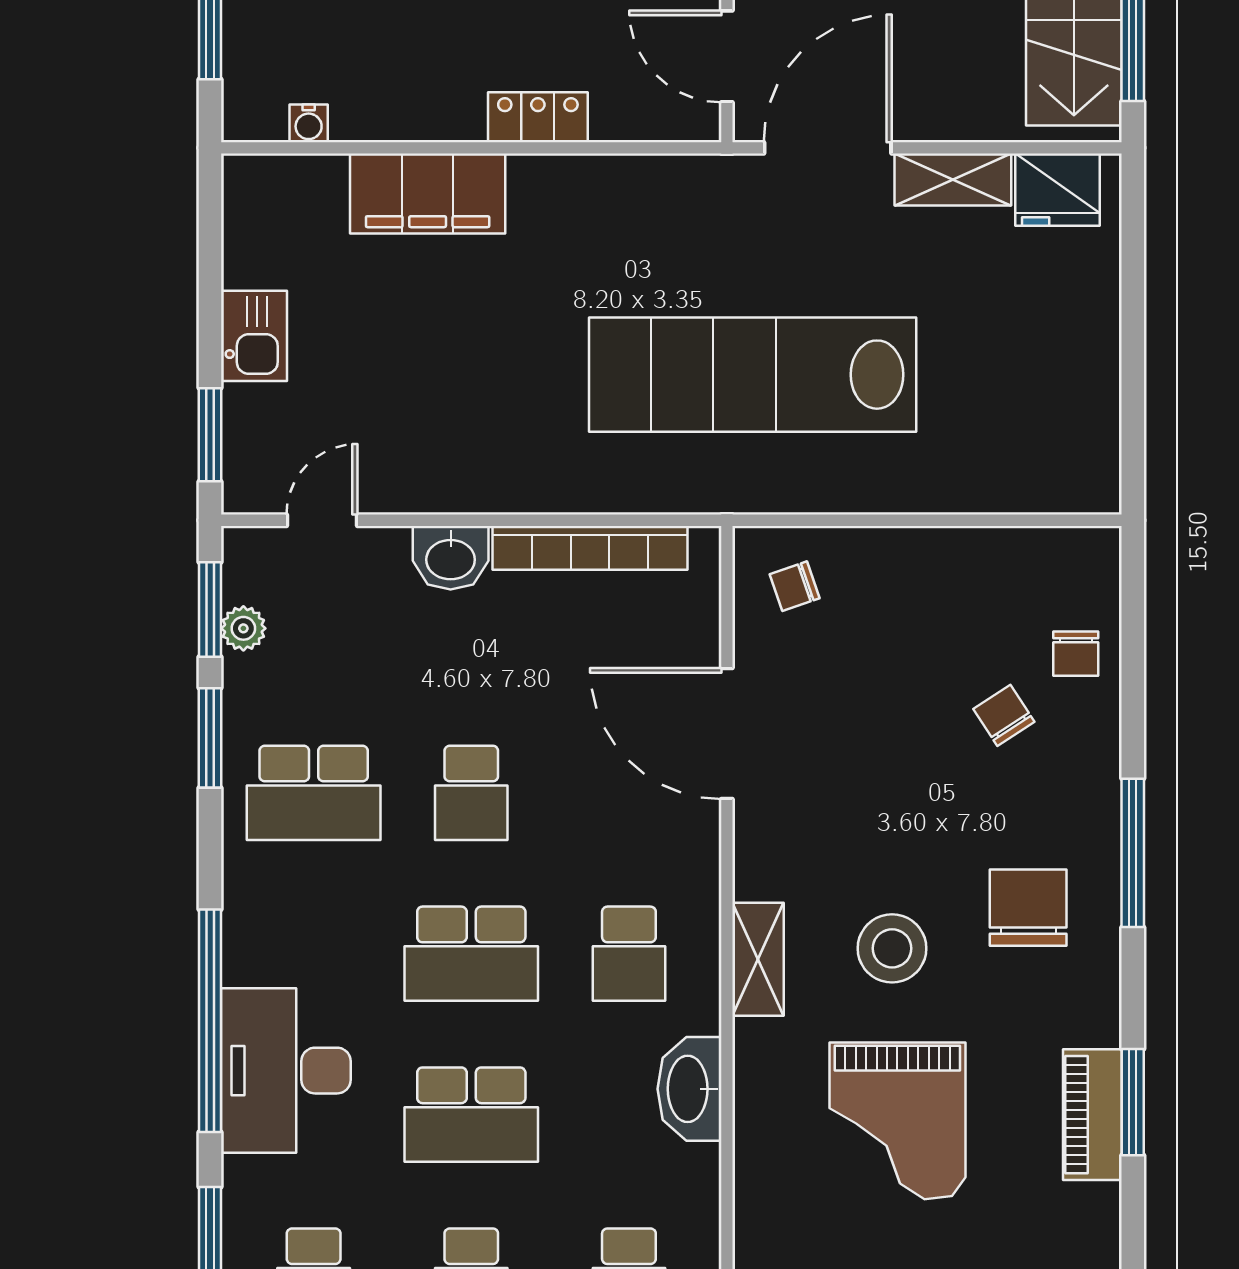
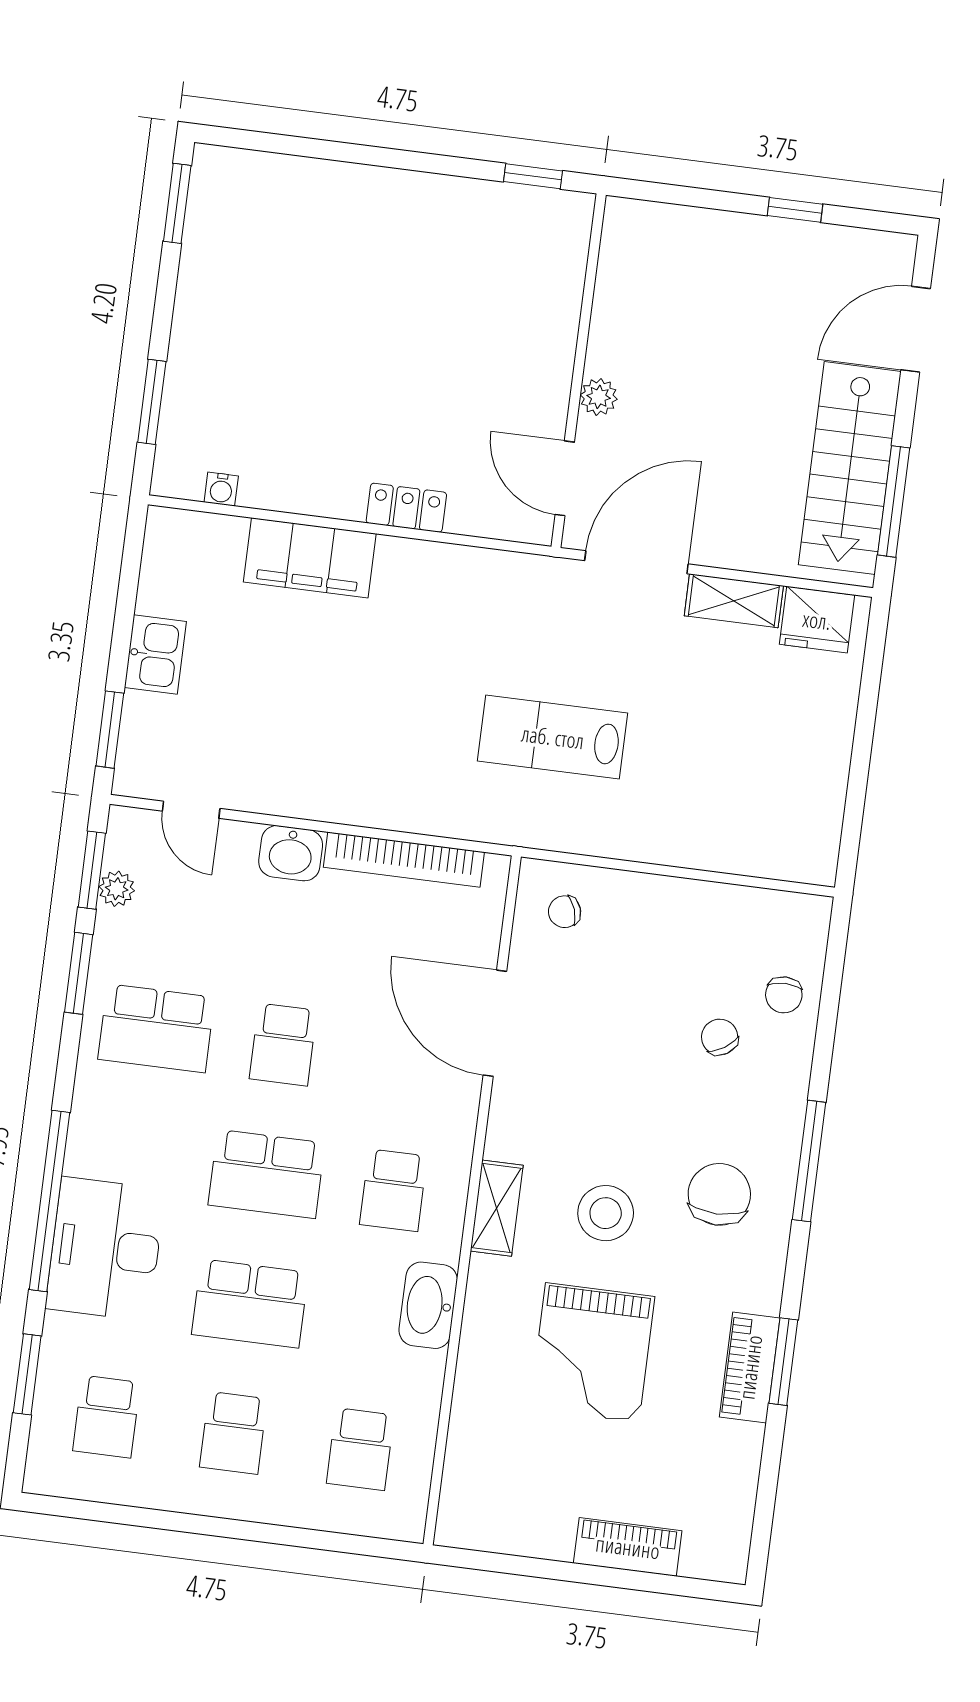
lab bench: (753, 375) -> (553, 737), width x0.54, depth x0.72
door: (322, 520) -> (191, 810), swing flipped

